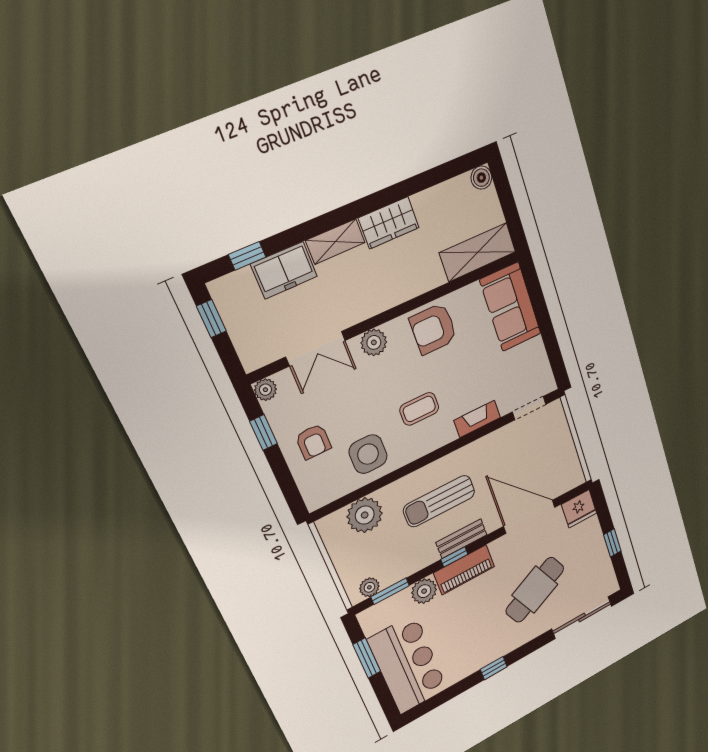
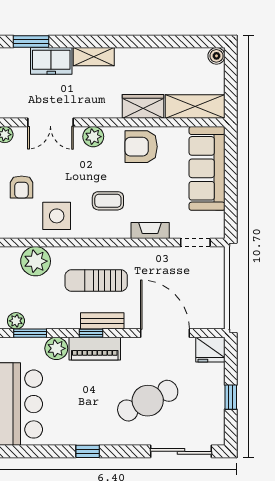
wardrobe: (389, 223) -> (143, 106), moved, turned 180
window: (247, 256) -> (31, 42), width x1.50
sofa: (511, 307) -> (207, 168), width x1.36

